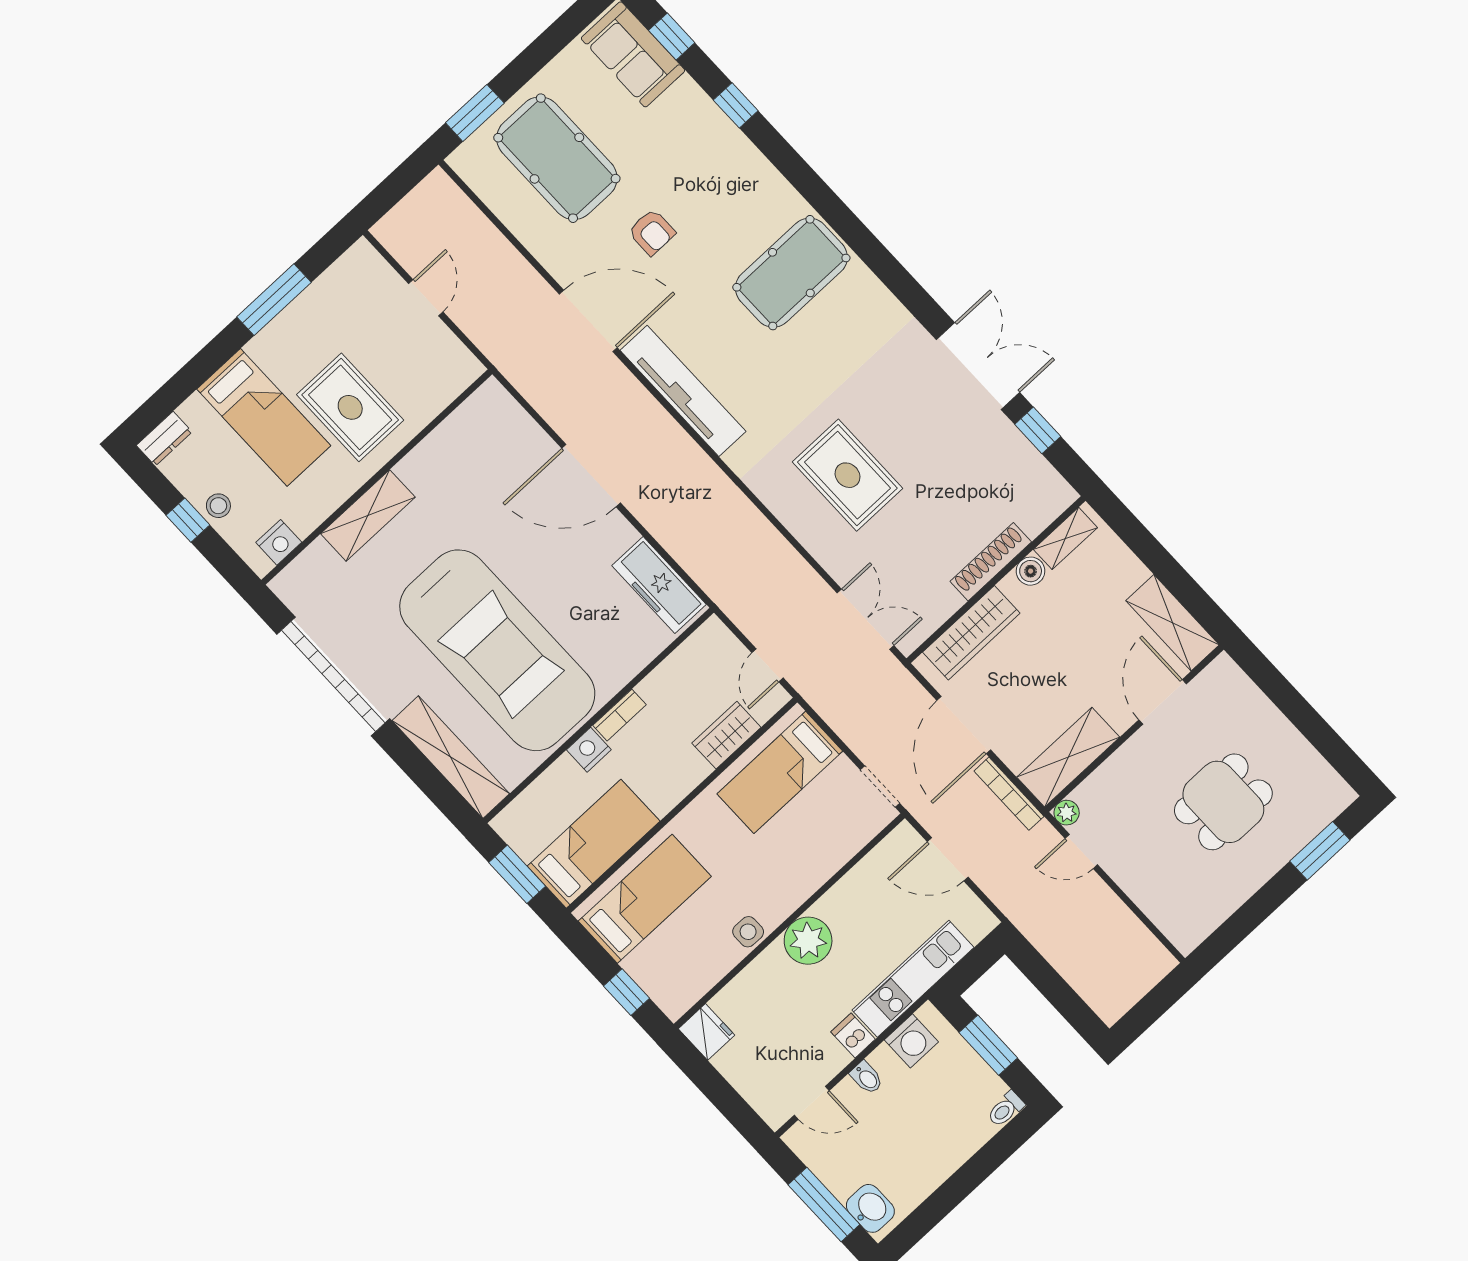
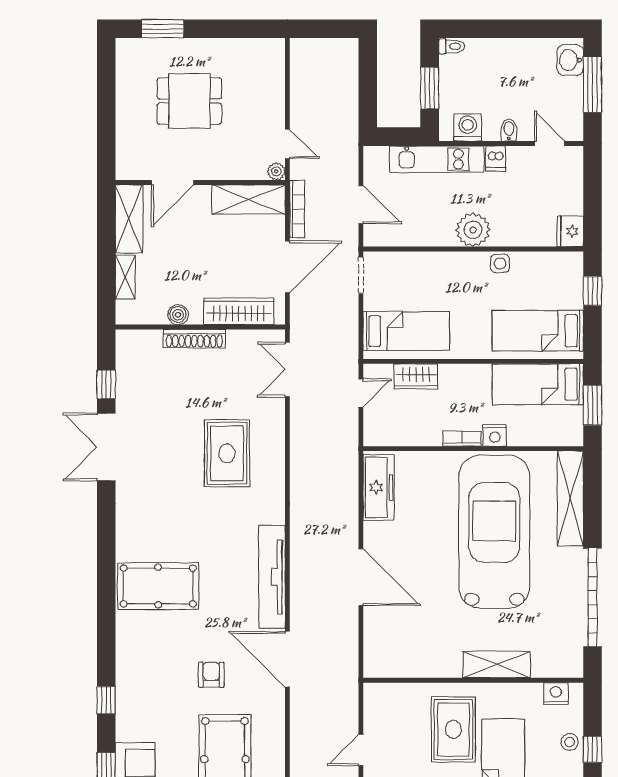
shelving: (1065, 538) -> (125, 277), moved, turned 90

